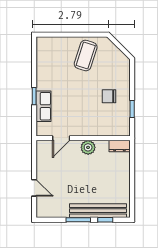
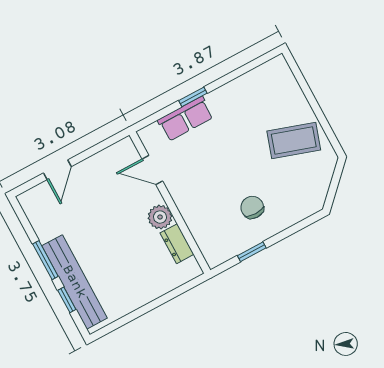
dresser: (119, 146) -> (177, 244), moved

